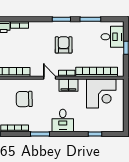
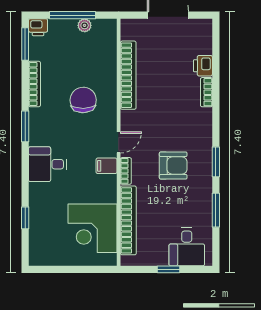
filing cabinet: (68, 85) -> (106, 166), width x0.50

